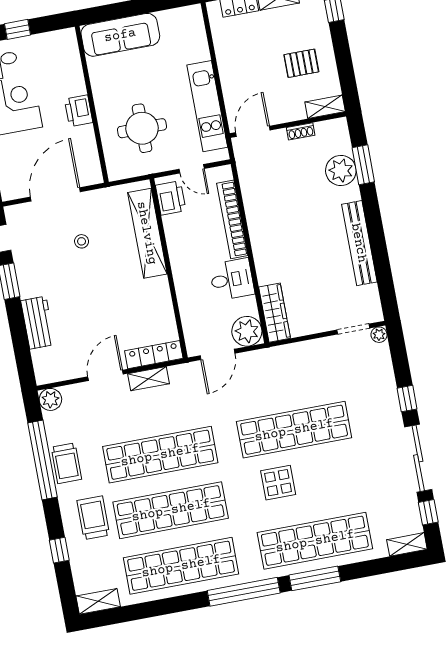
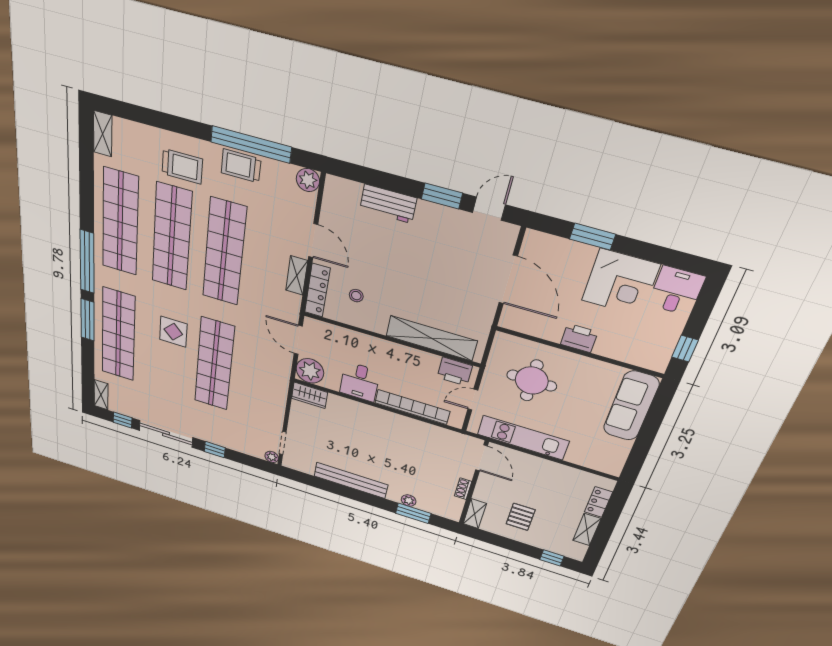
window: (18, 29) -> (685, 349), moved
plant: (341, 171) -> (409, 500), width x0.53, depth x0.53
stool: (82, 241) -> (356, 296), moved
wardrobe: (275, 313) -> (309, 395), width x0.67
window: (59, 550) -> (159, 120), removed

